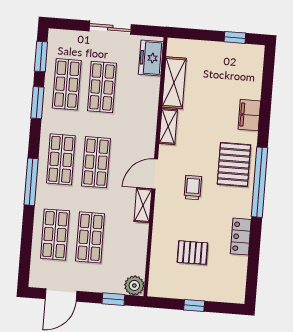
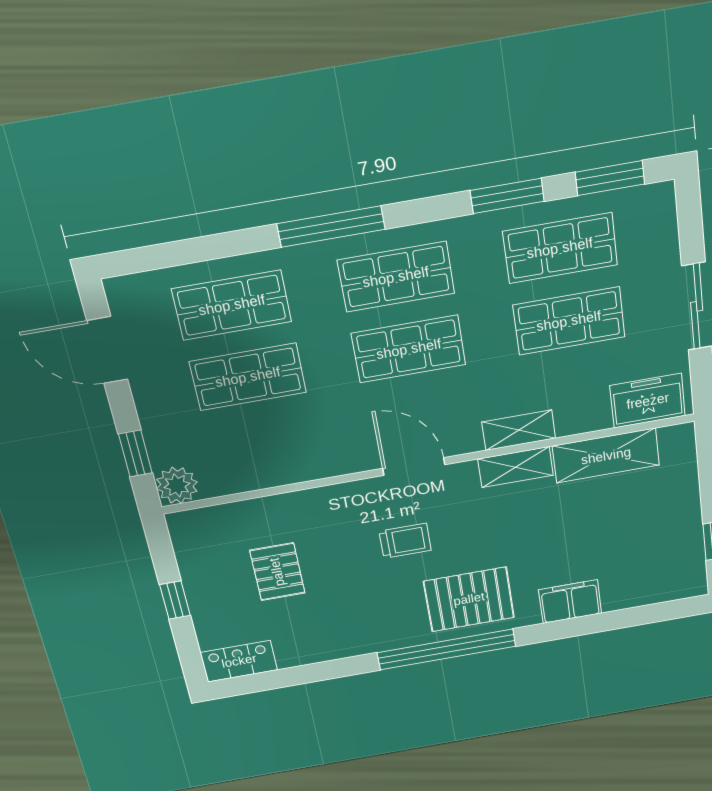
shelving: (143, 205) -> (519, 430), moved
locker: (241, 237) -> (239, 661), moved

